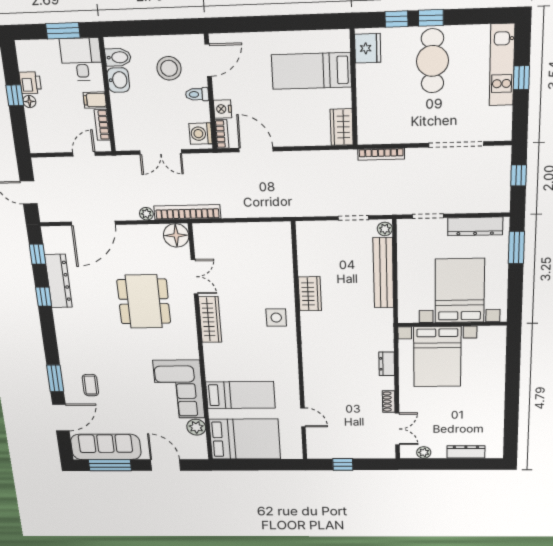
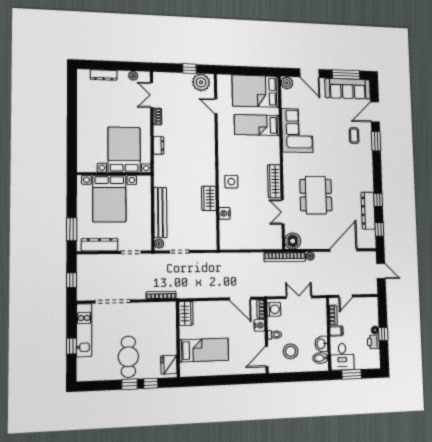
kitchen unit: (502, 65) -> (84, 330), moved
nightstand: (285, 273) -> (224, 213), added
plant: (196, 427) -> (287, 83), moved
plant: (326, 448) -> (201, 82), added

